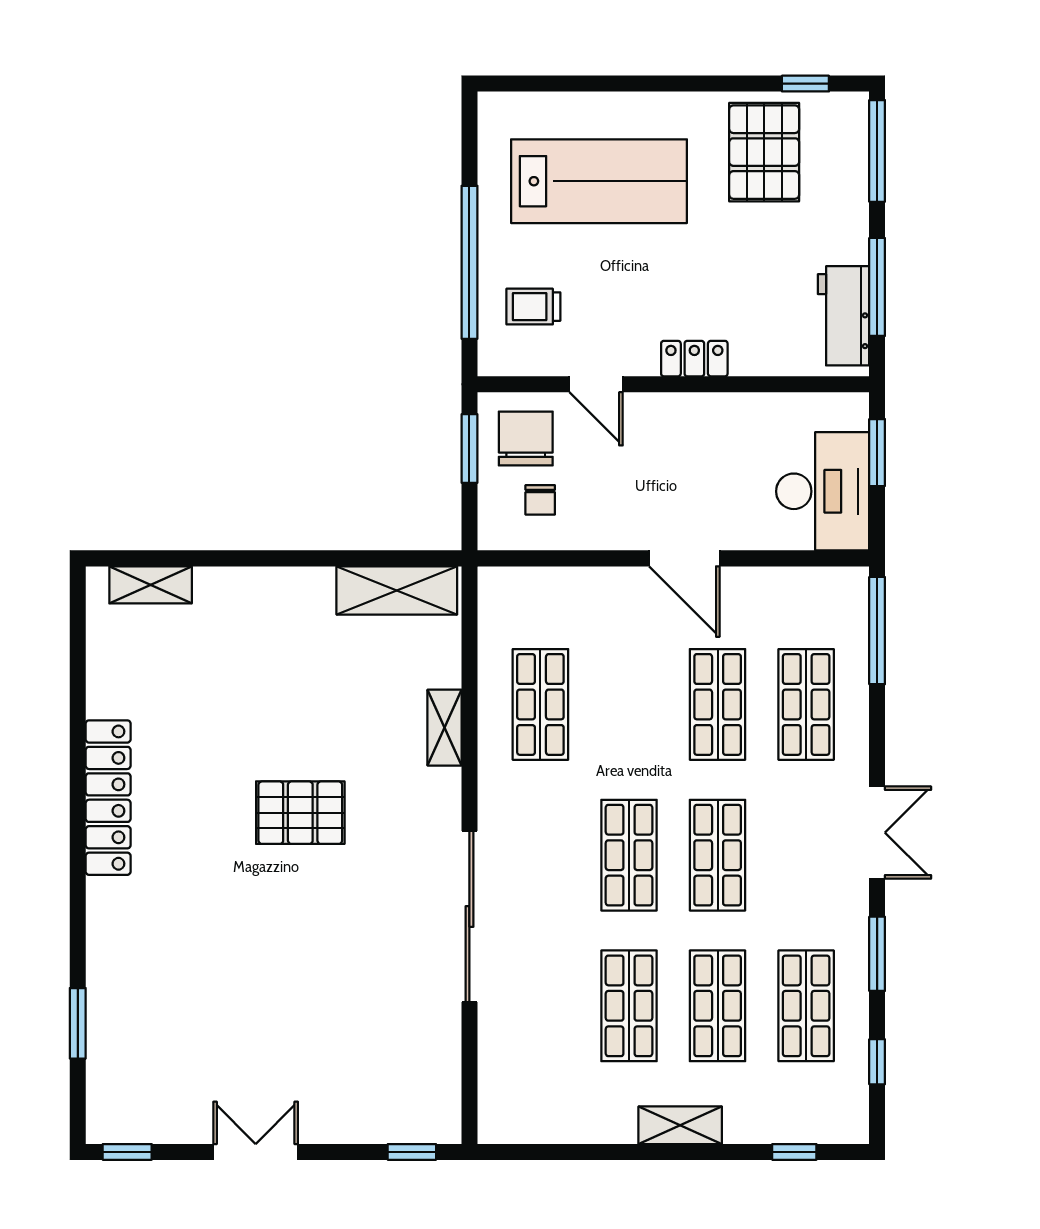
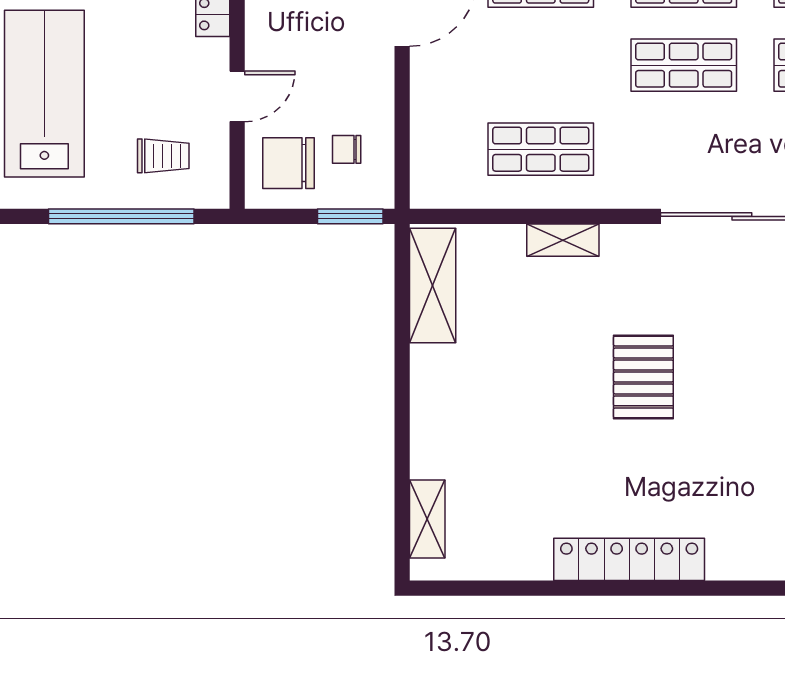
trolley: (533, 307) -> (163, 156), turned -90
window: (469, 449) -> (350, 216), moved
chair: (540, 500) -> (347, 149), turned 180

